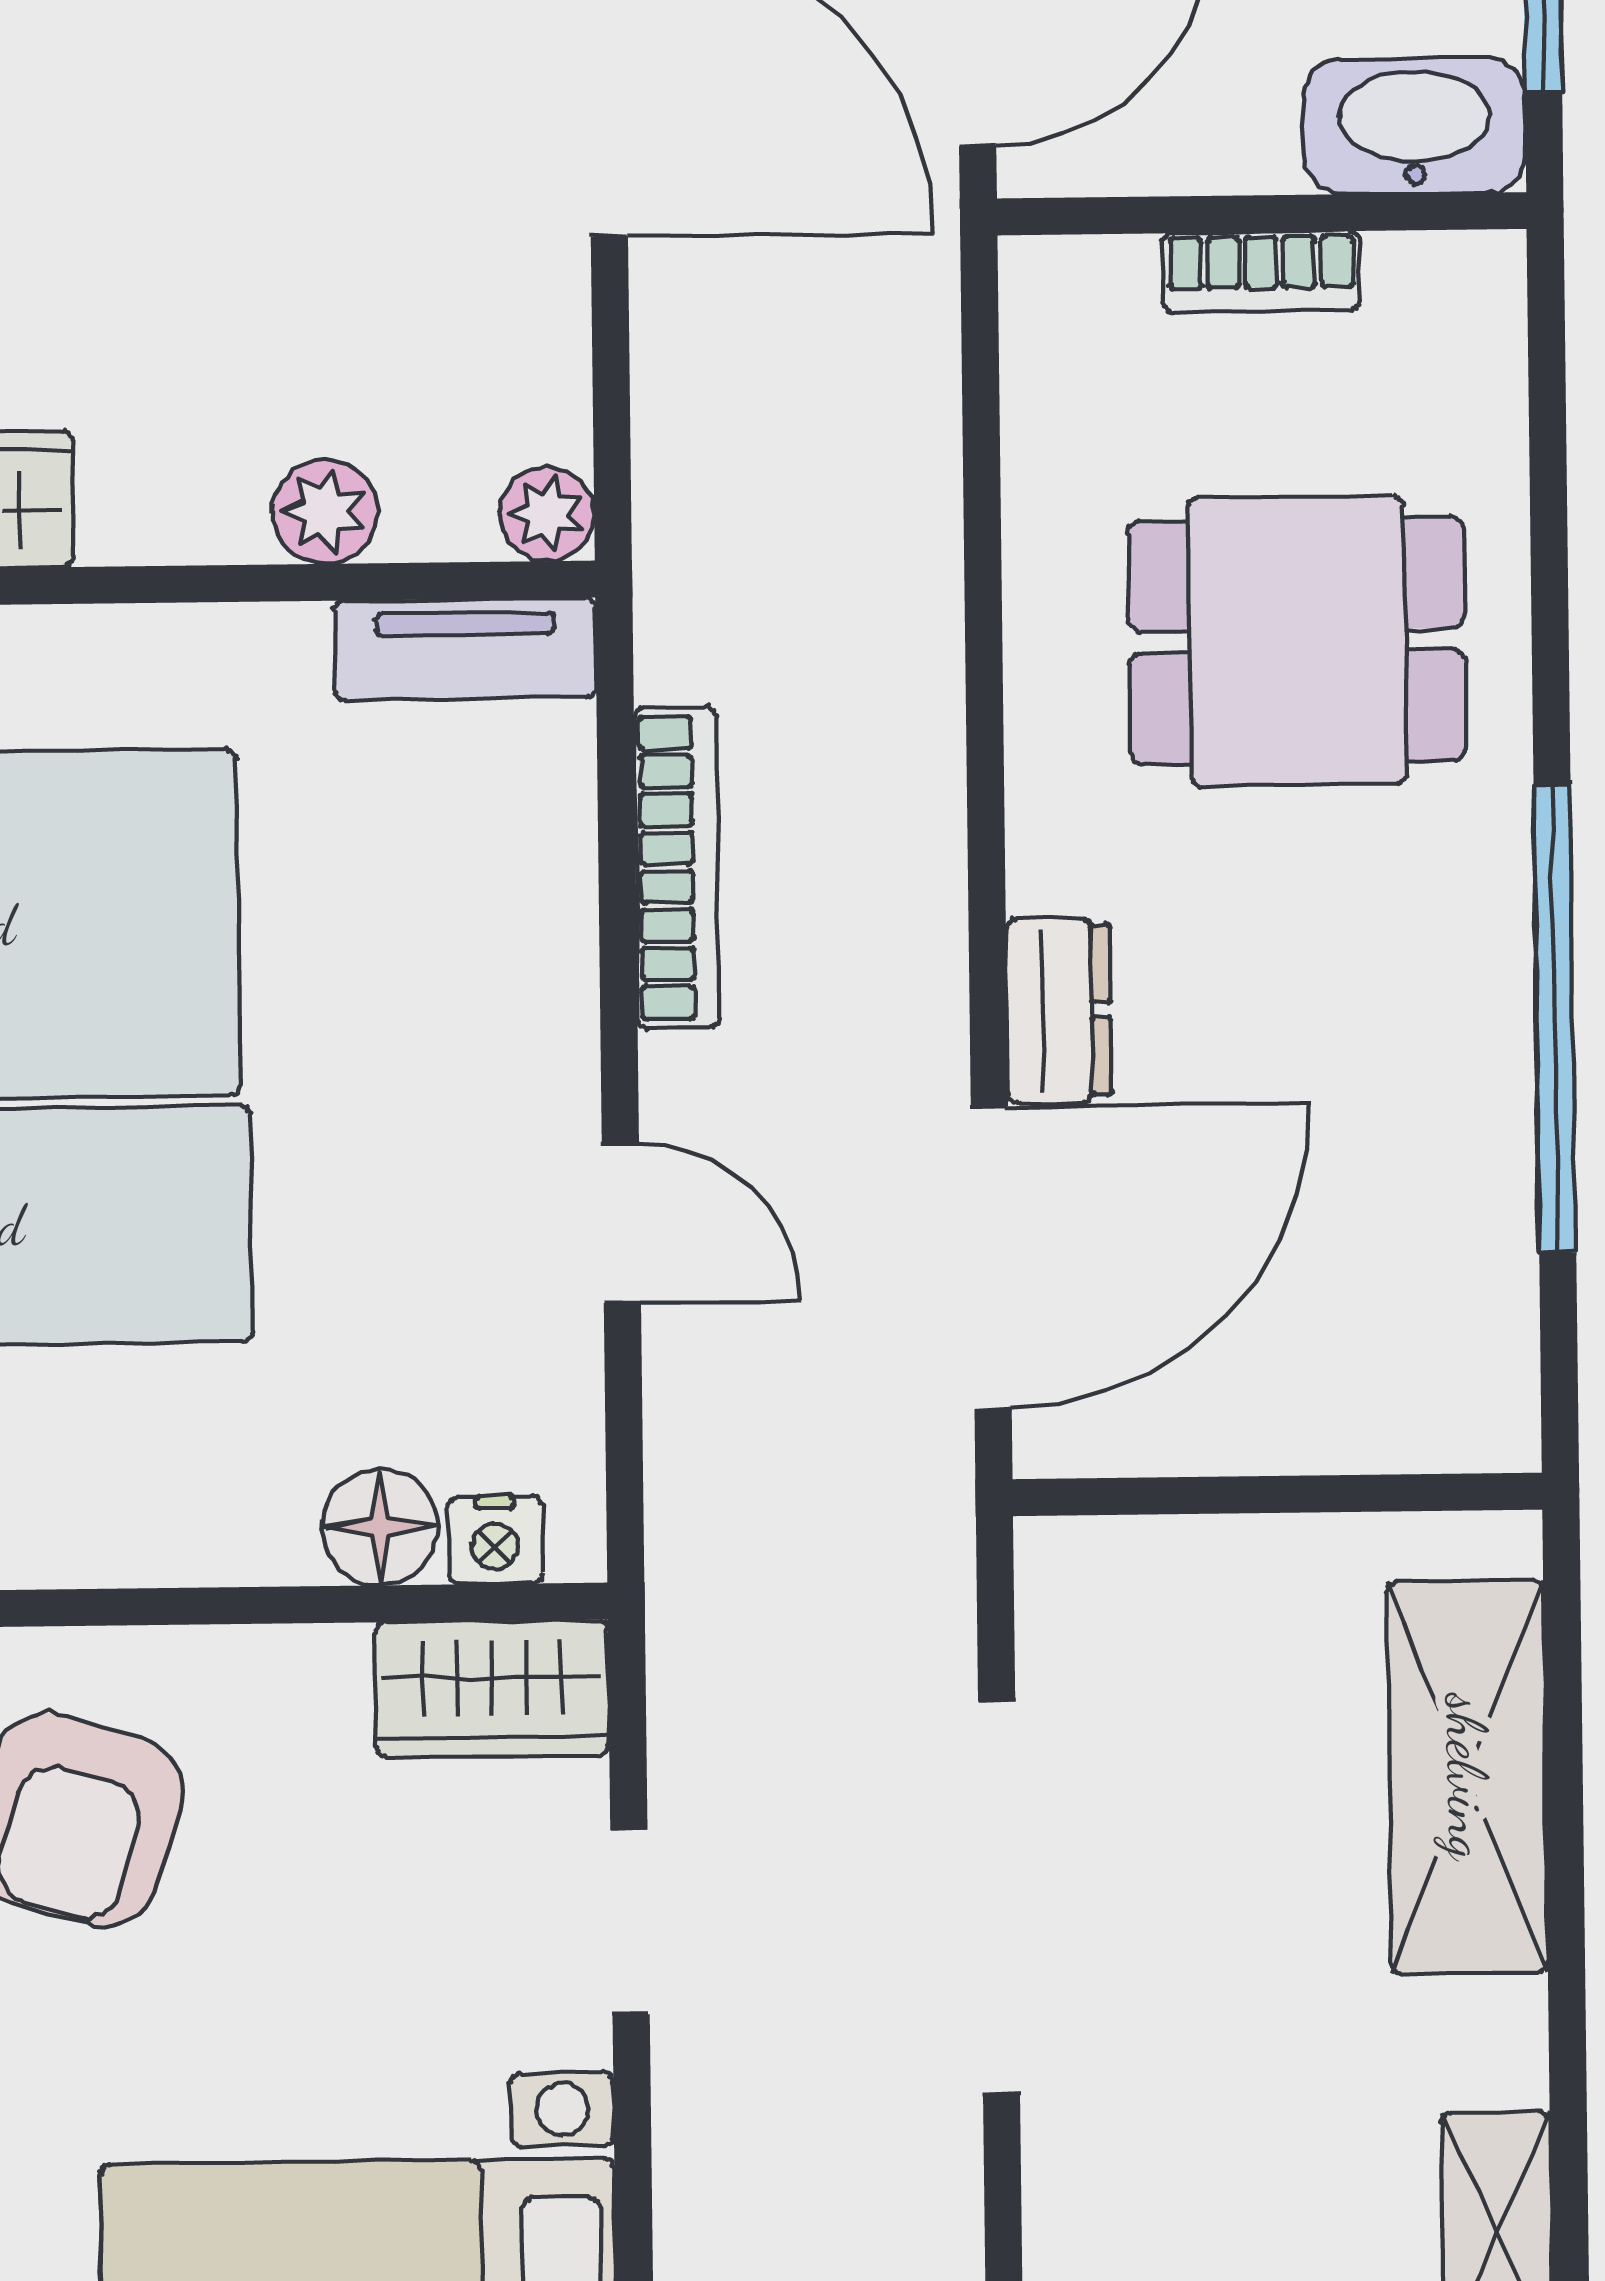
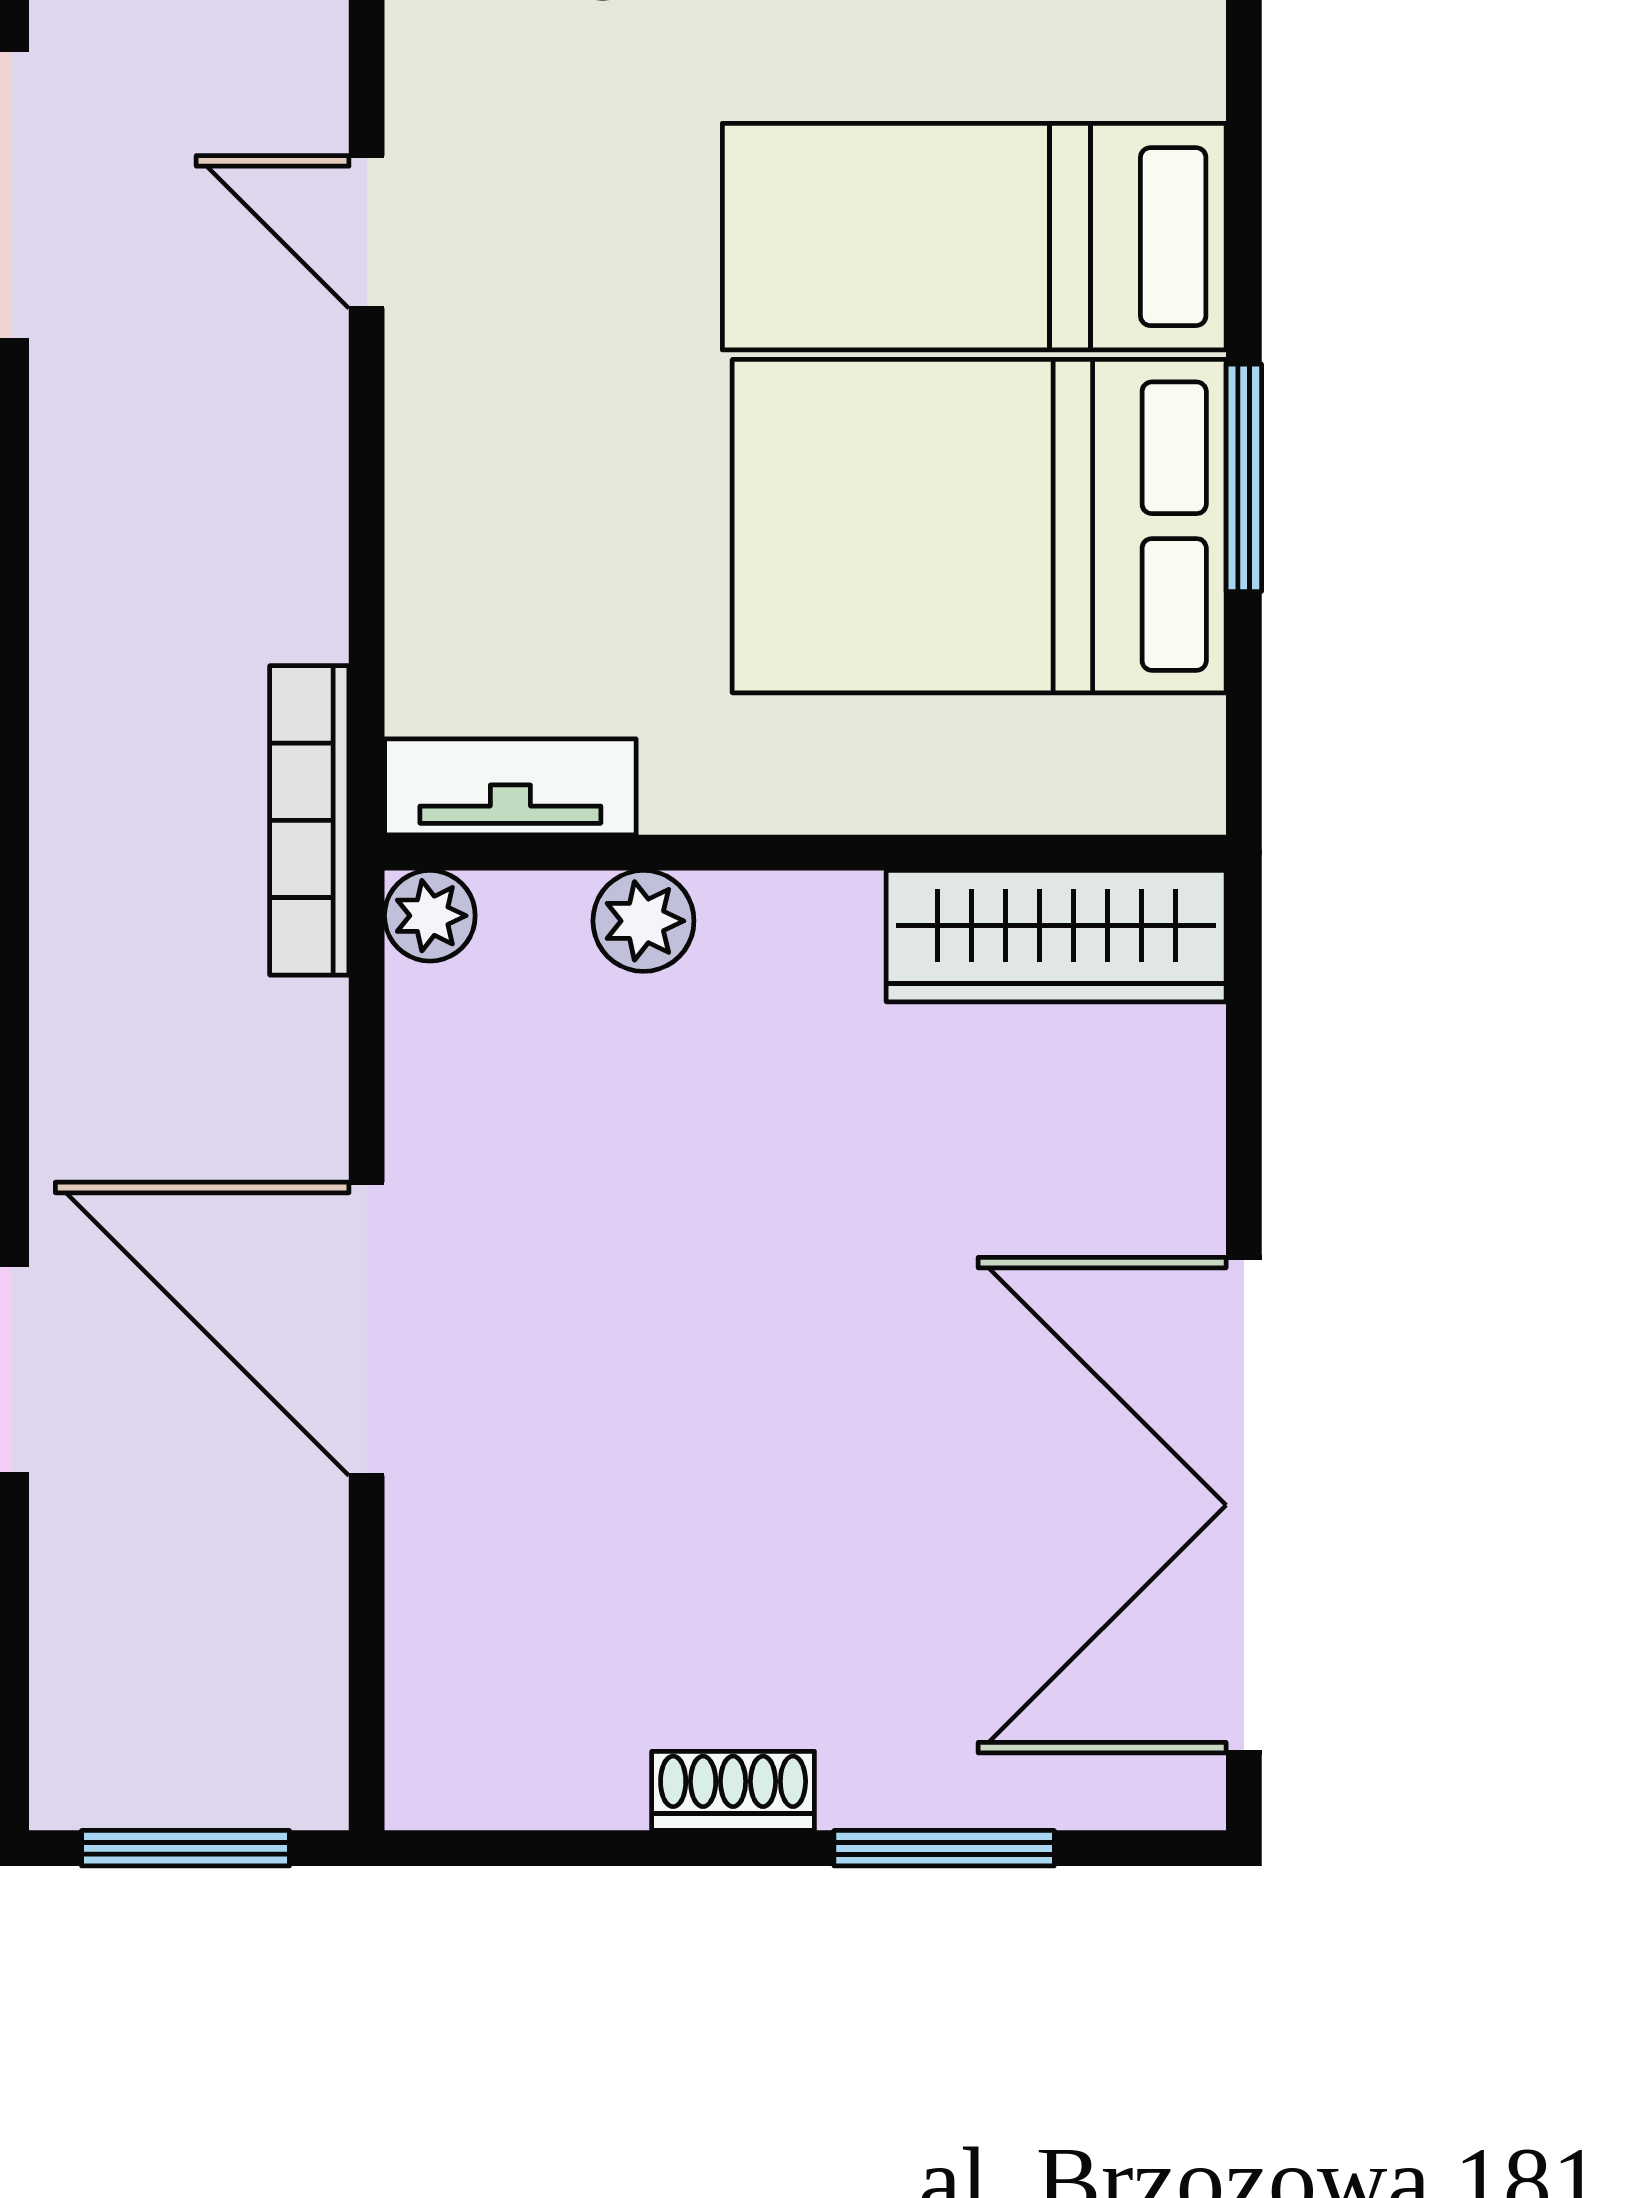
bookcase: (677, 867) -> (309, 820), moved

